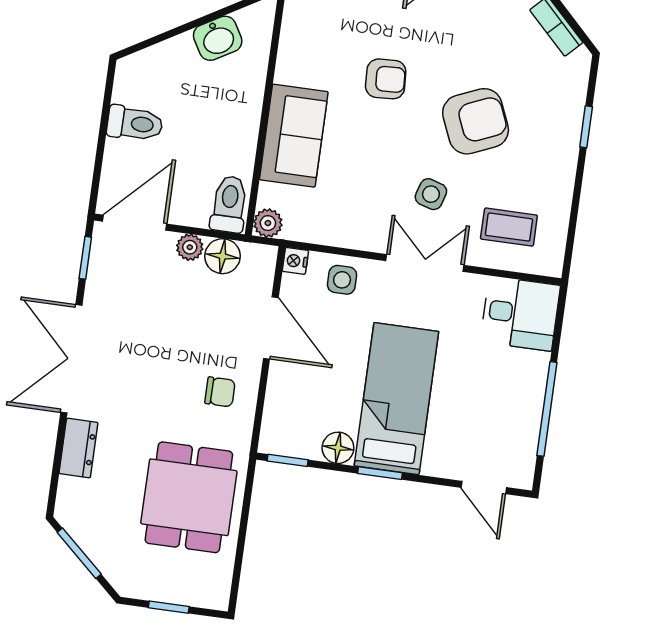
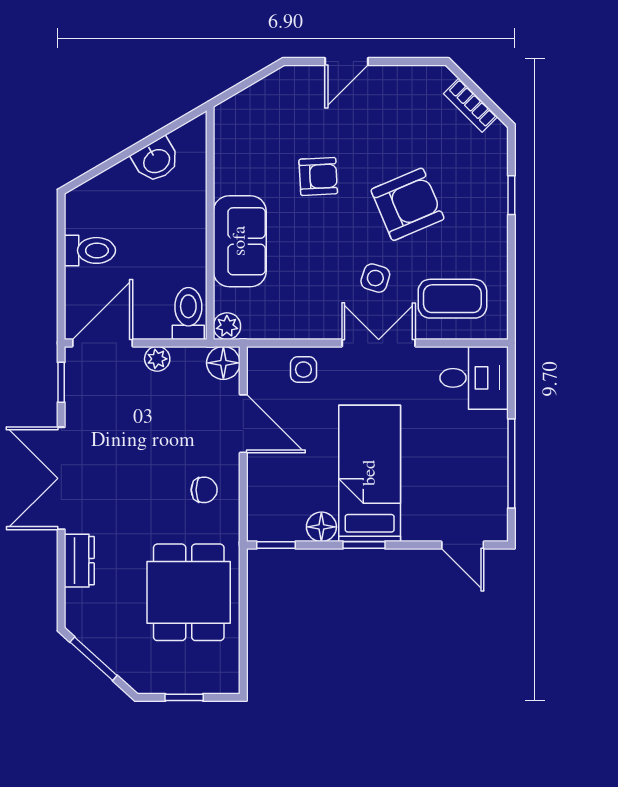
coffee table: (509, 227) -> (452, 299), width x1.36, depth x1.30
floor lamp: (223, 256) -> (223, 363), moved
nightstand: (295, 261) -> (257, 358), removed

